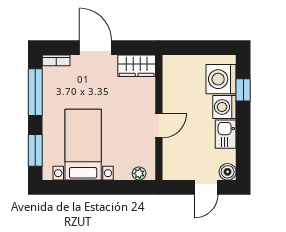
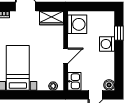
washing machine: (221, 79) -> (77, 24), moved, turned 180
kitchen sink: (226, 134) -> (74, 81), moved, turned 180

